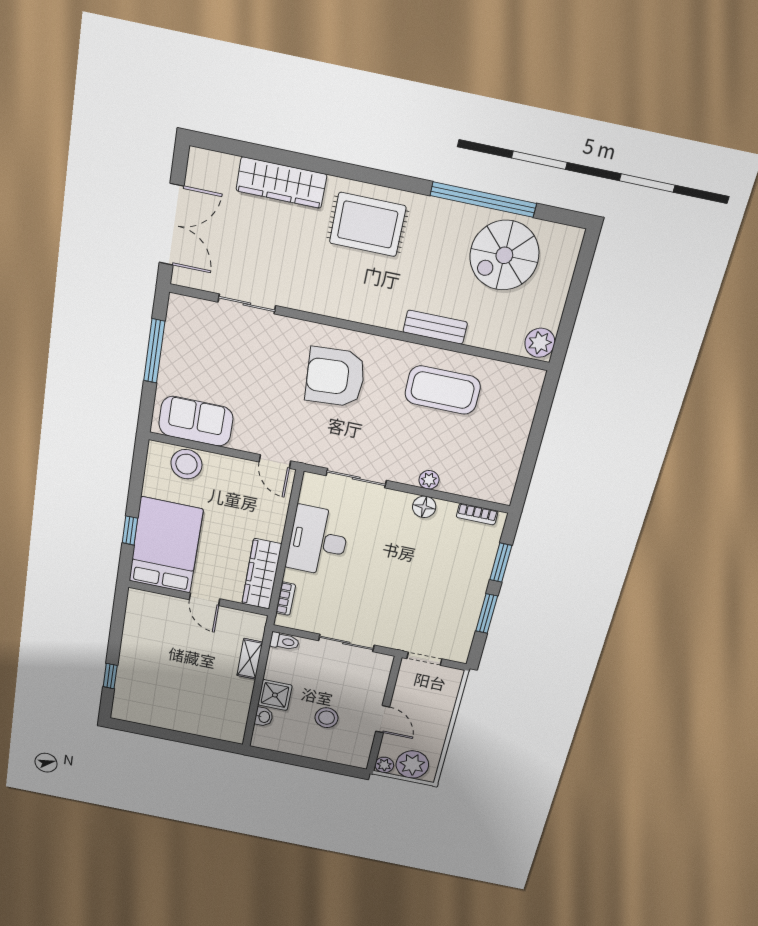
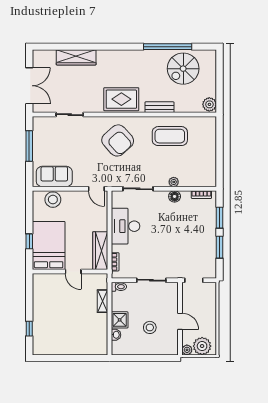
rug: (368, 225) -> (121, 99), moved
armchair: (335, 377) -> (118, 140), turned -128

